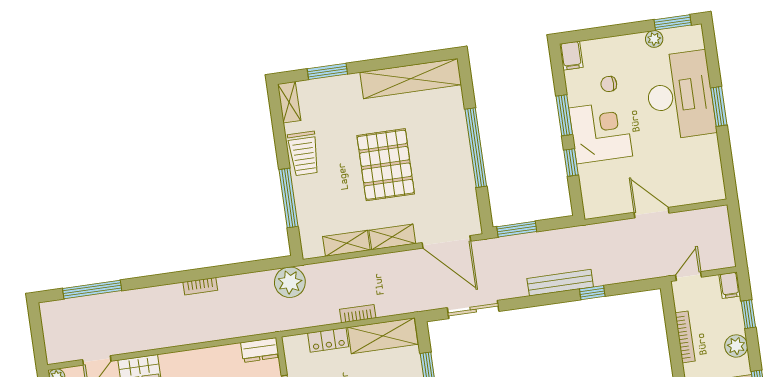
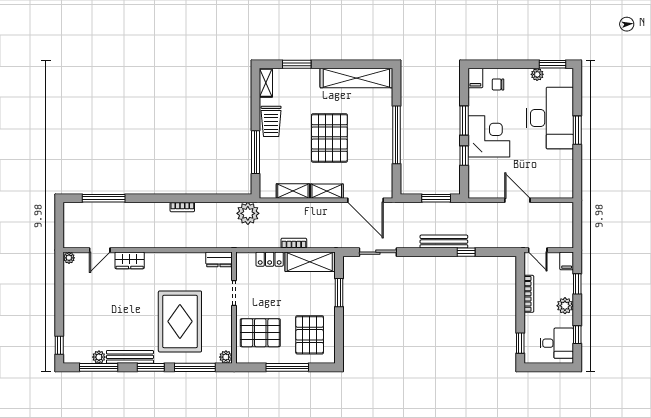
chair: (609, 84) -> (498, 84), moved
window: (517, 229) -> (436, 198), moved
door: (689, 276) -> (538, 250), swing flipped

